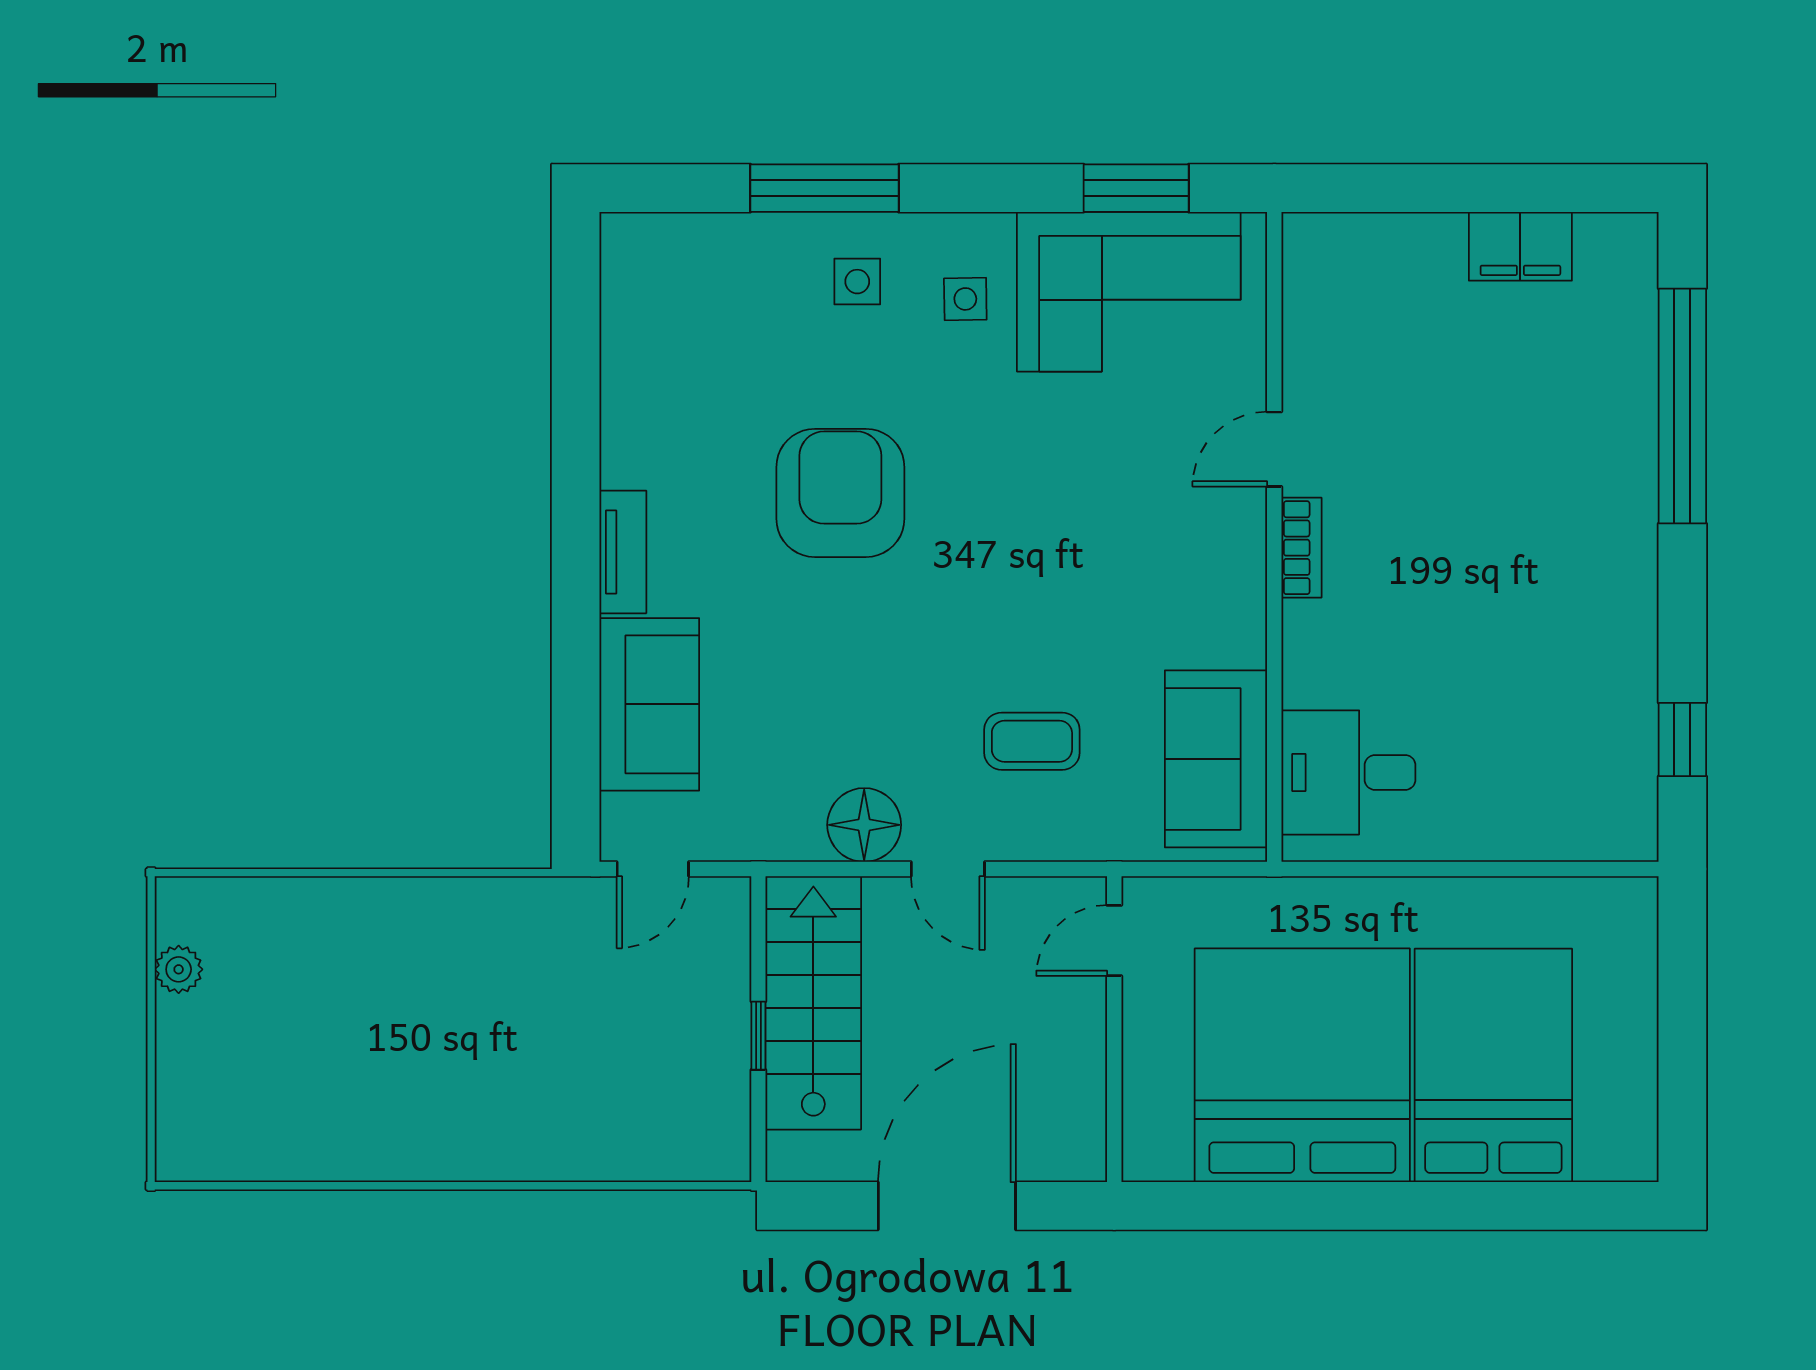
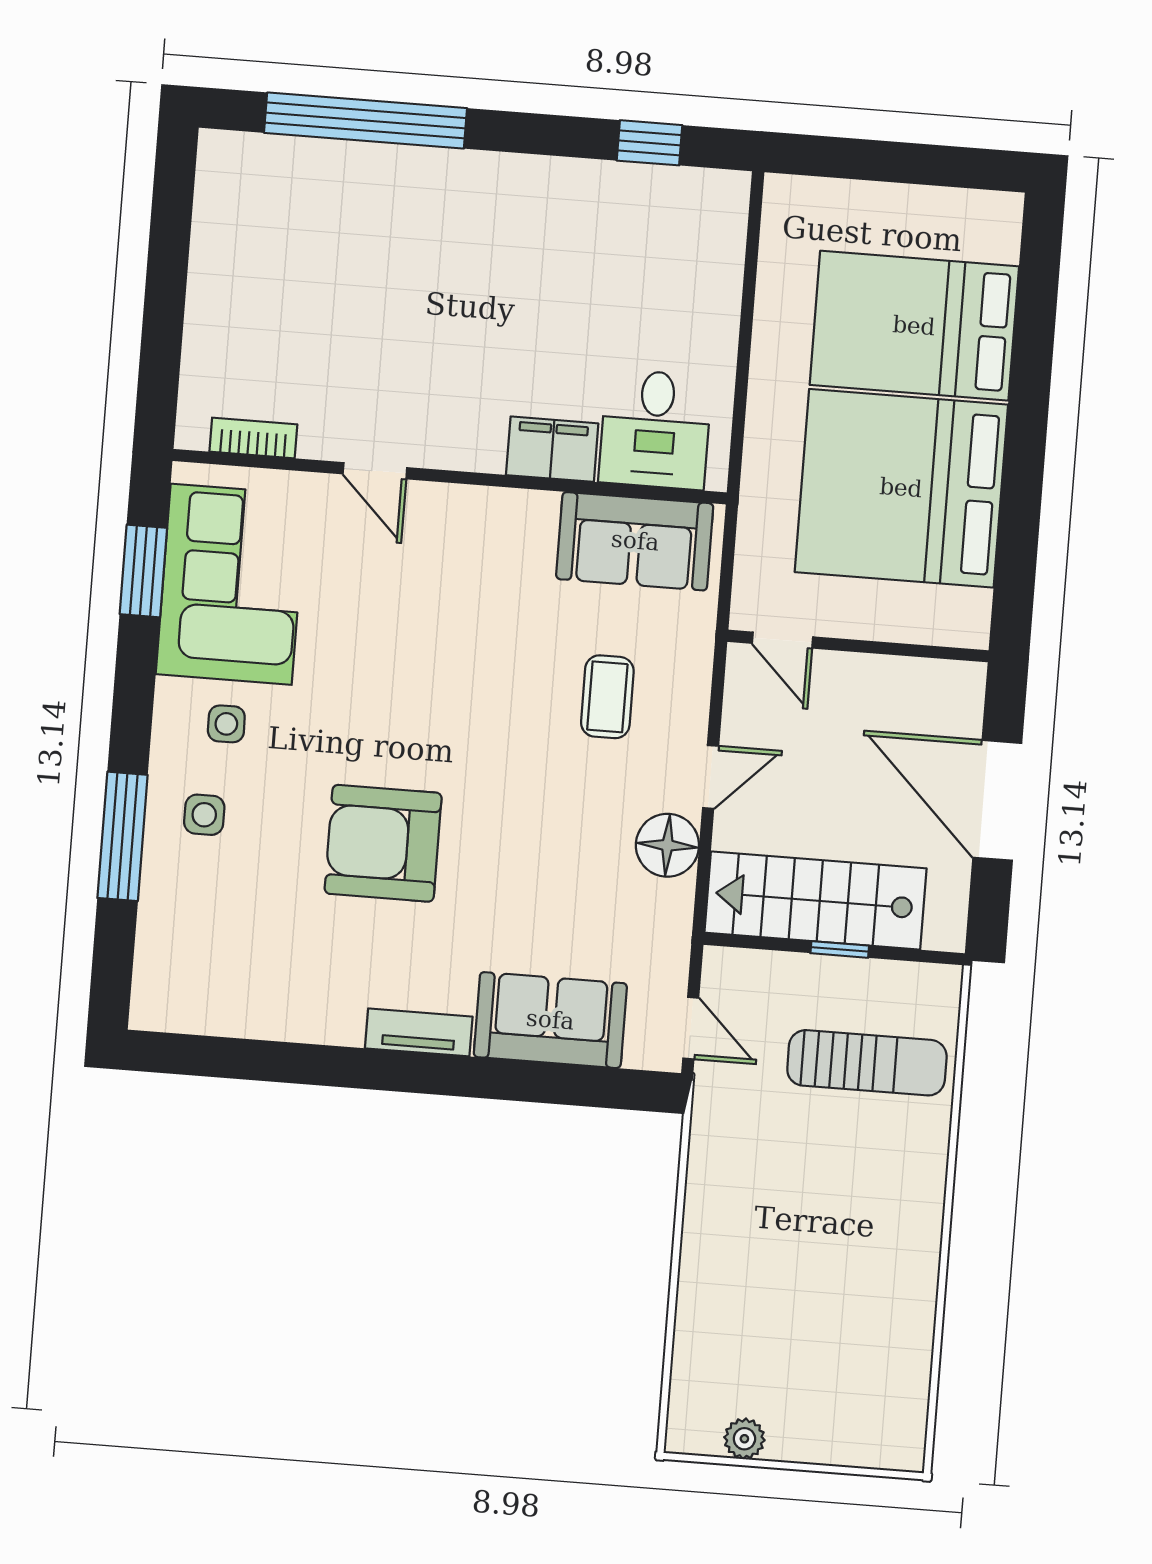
filing cabinet: (1520, 246) -> (552, 449), moved, turned -90
bookcase: (1302, 548) -> (253, 438), moved
sun lounger: (629, 1078) -> (867, 1063), added

